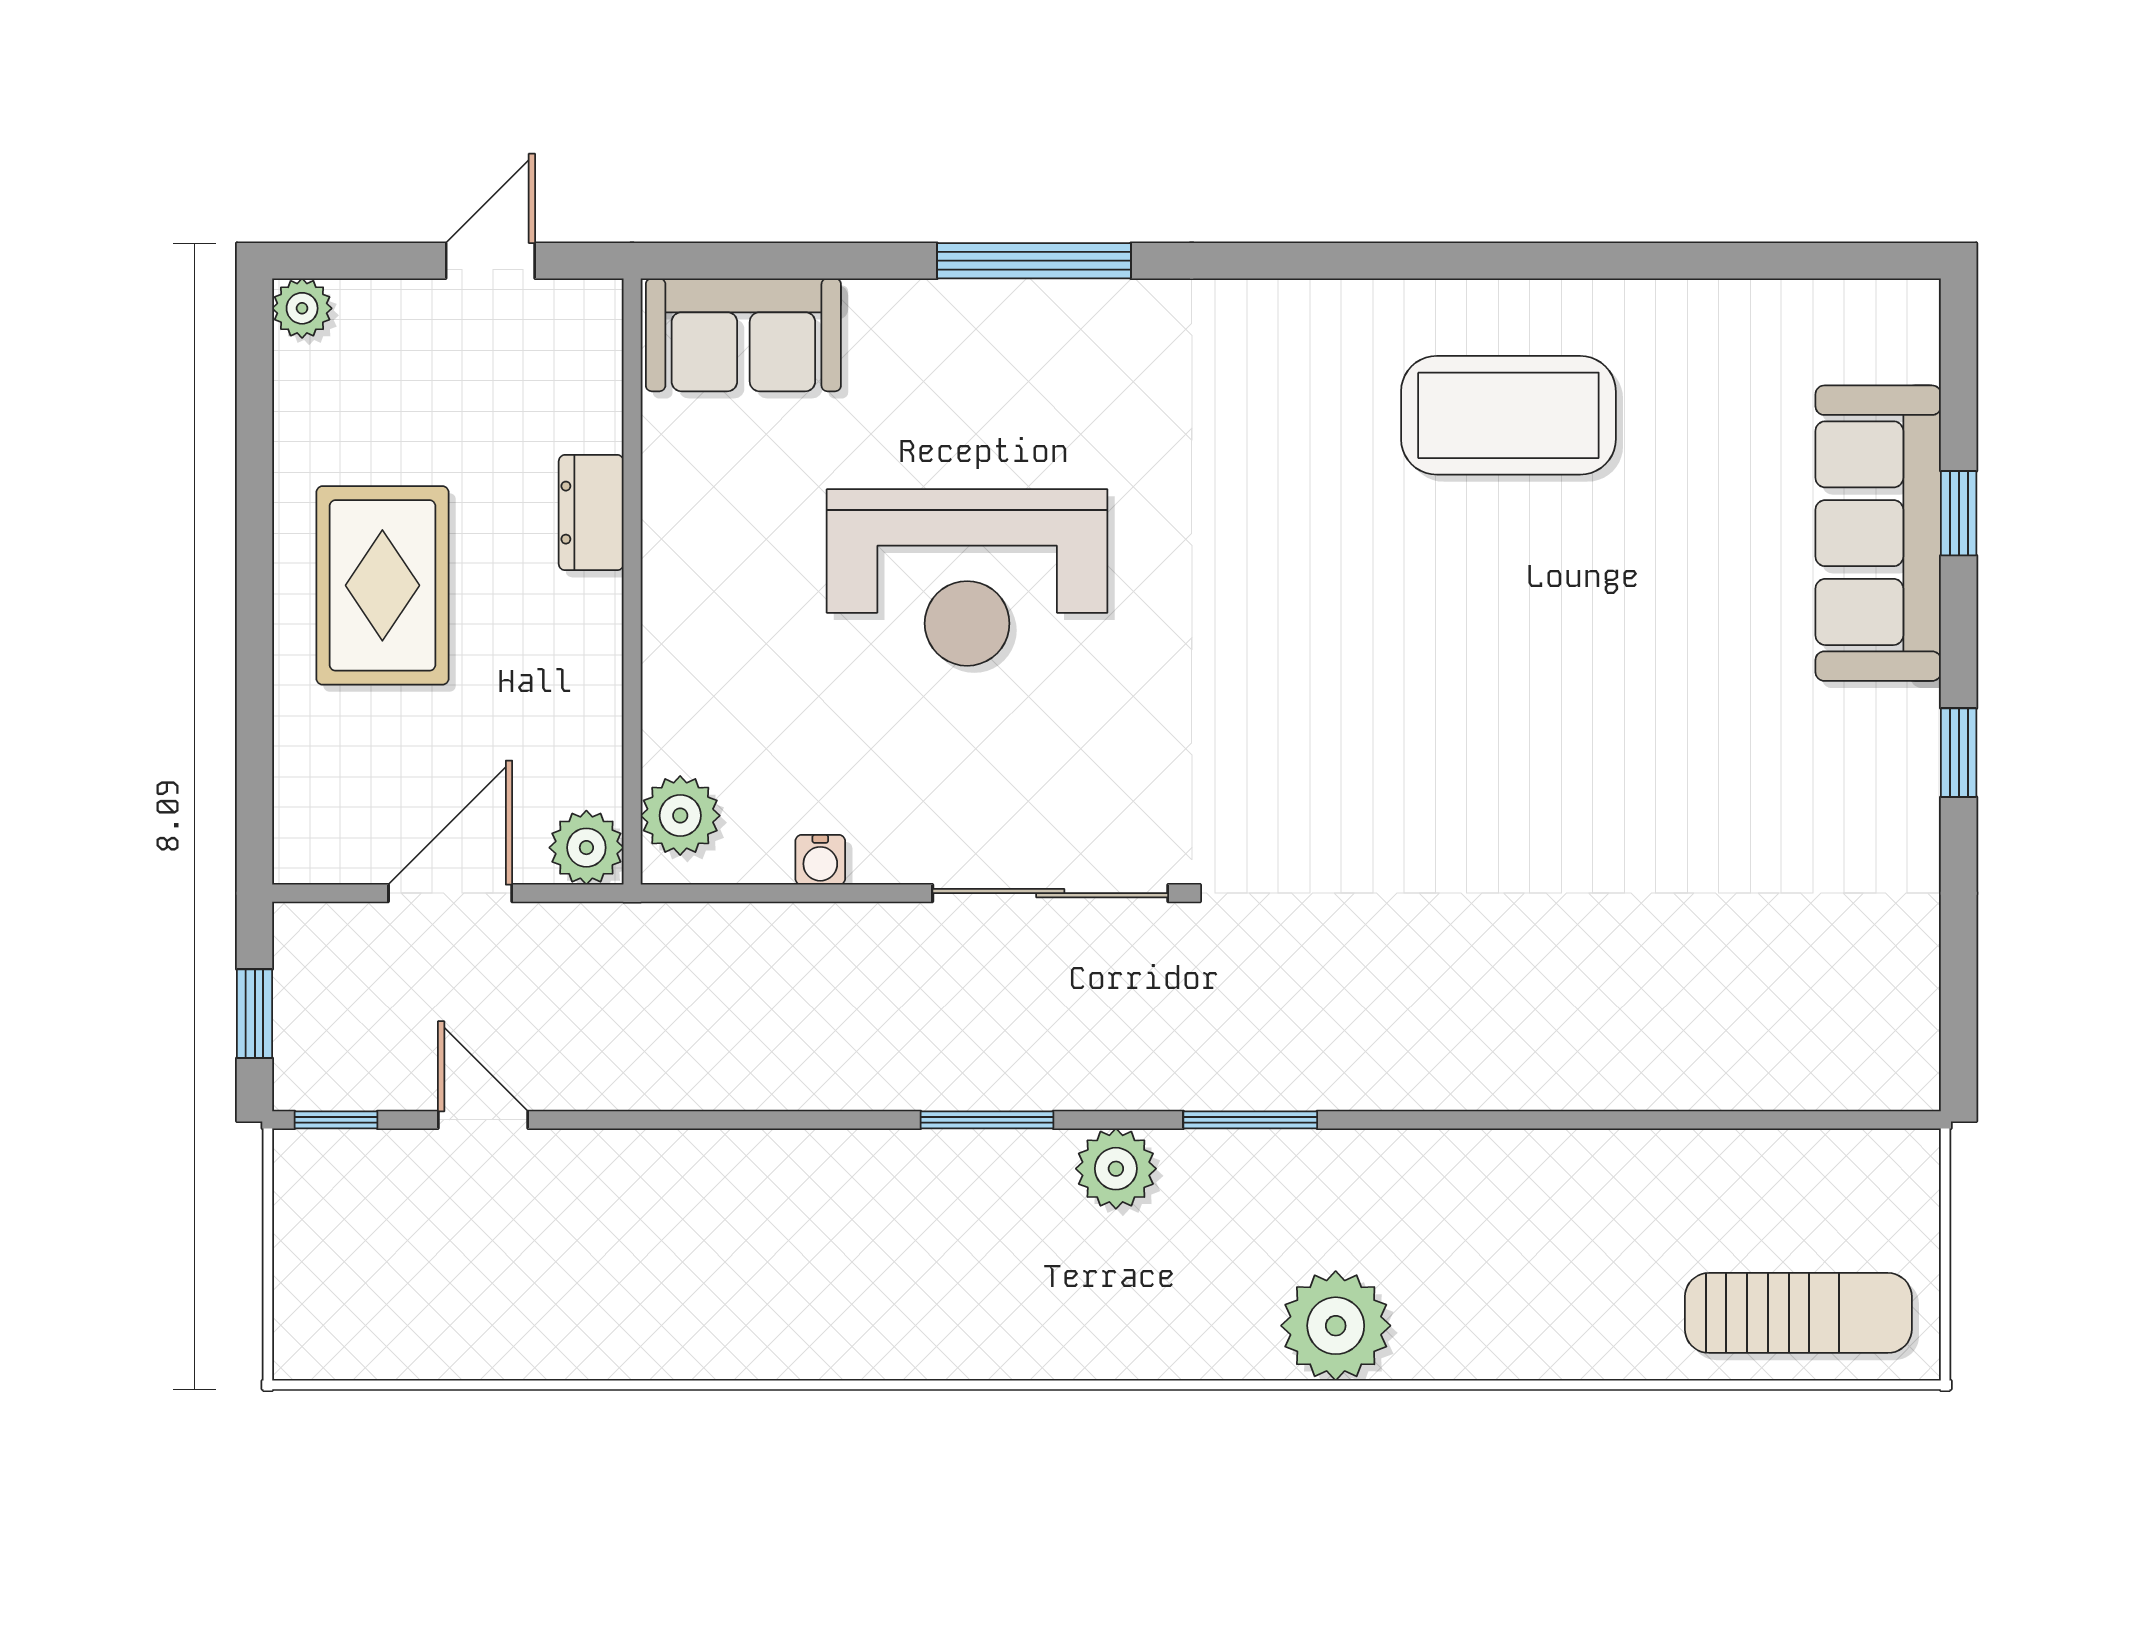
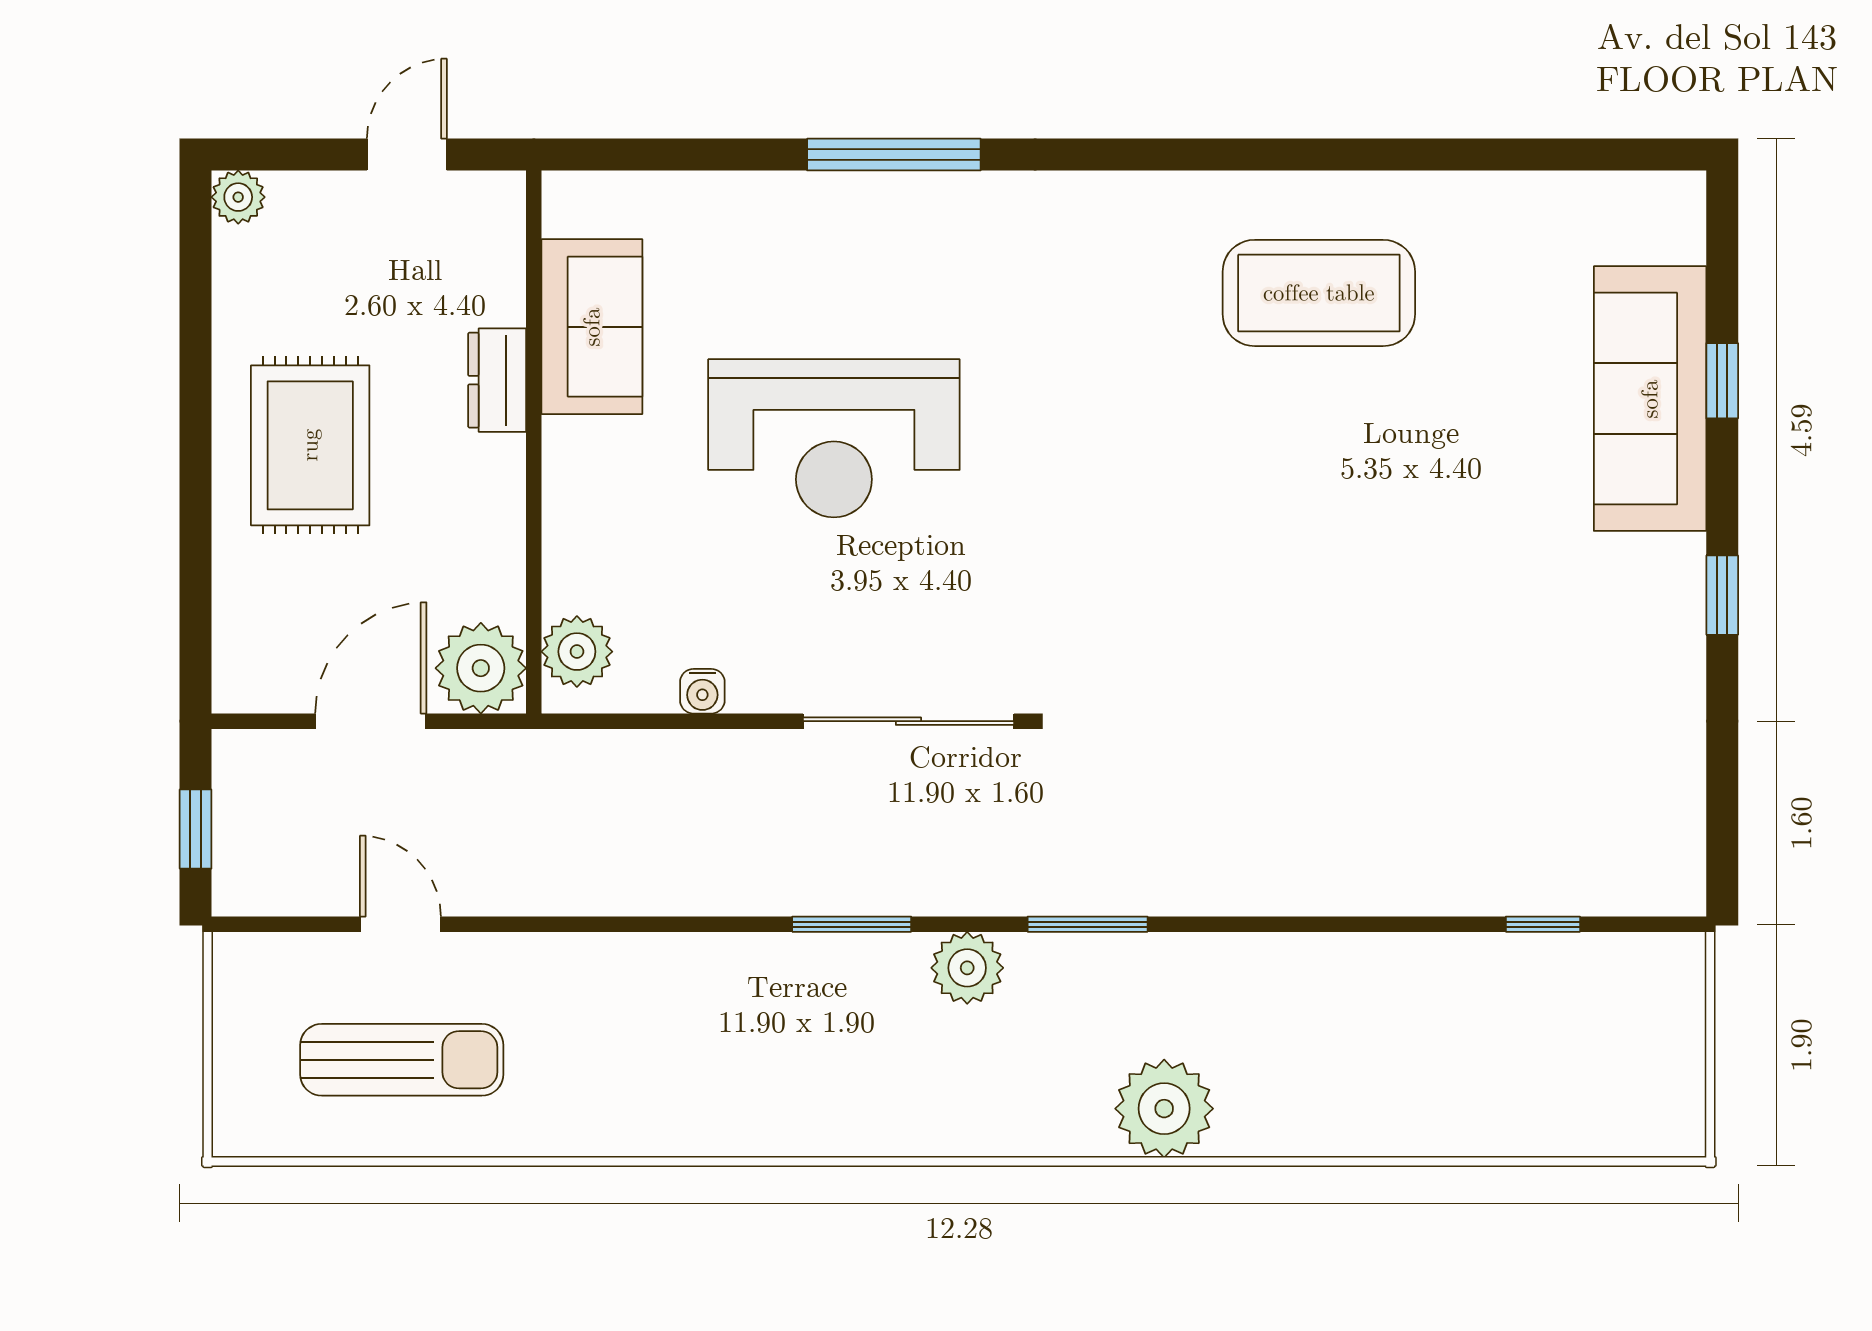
sofa: (743, 335) -> (592, 327), moved, turned -90
plant: (586, 848) -> (481, 668), width x1.36, depth x1.36
window: (336, 1120) -> (1543, 924), moved
sun lounger: (1798, 1313) -> (402, 1060), moved

